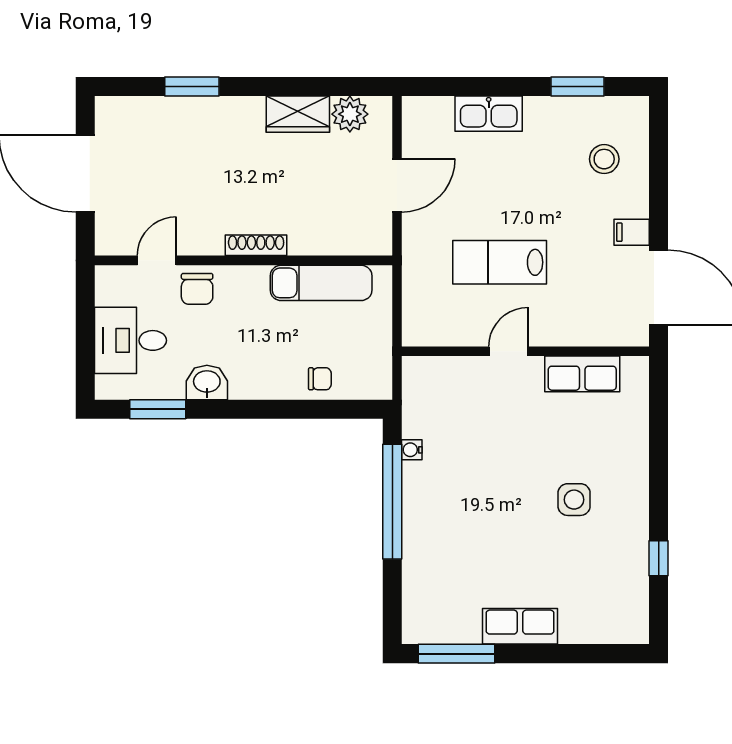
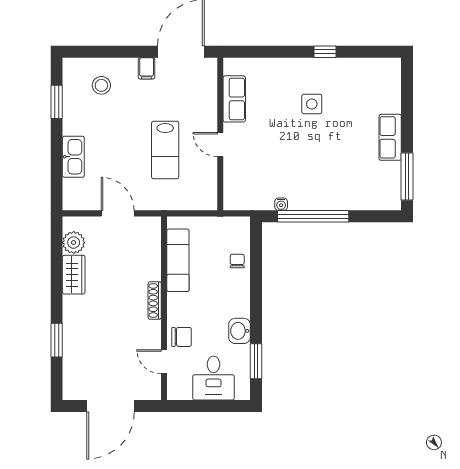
window: (659, 558) -> (325, 52), moved

